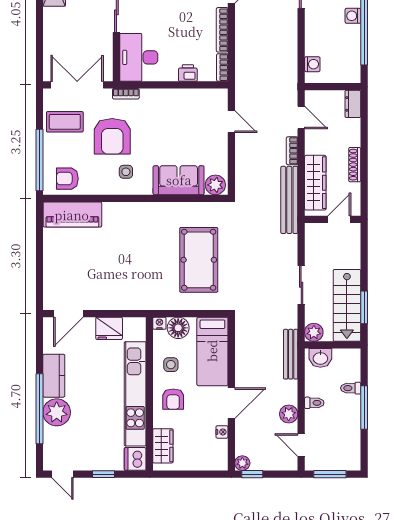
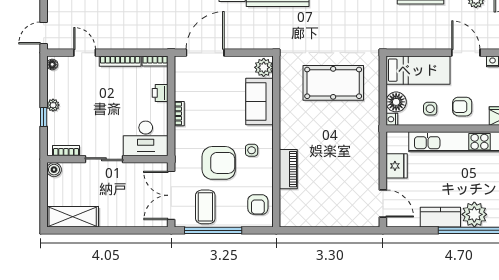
bookcase: (126, 94) -> (179, 114), moved
door: (231, 122) -> (205, 53), width x1.88
window: (40, 160) -> (213, 230), moved
piano: (72, 215) -> (288, 169), moved, width x0.73, depth x0.75
armchair: (173, 399) -> (462, 107), turned 180

